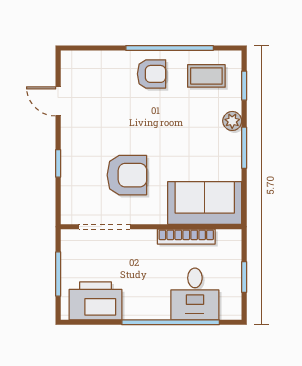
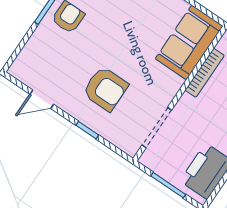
armchair: (127, 175) -> (105, 89), moved, turned 90

